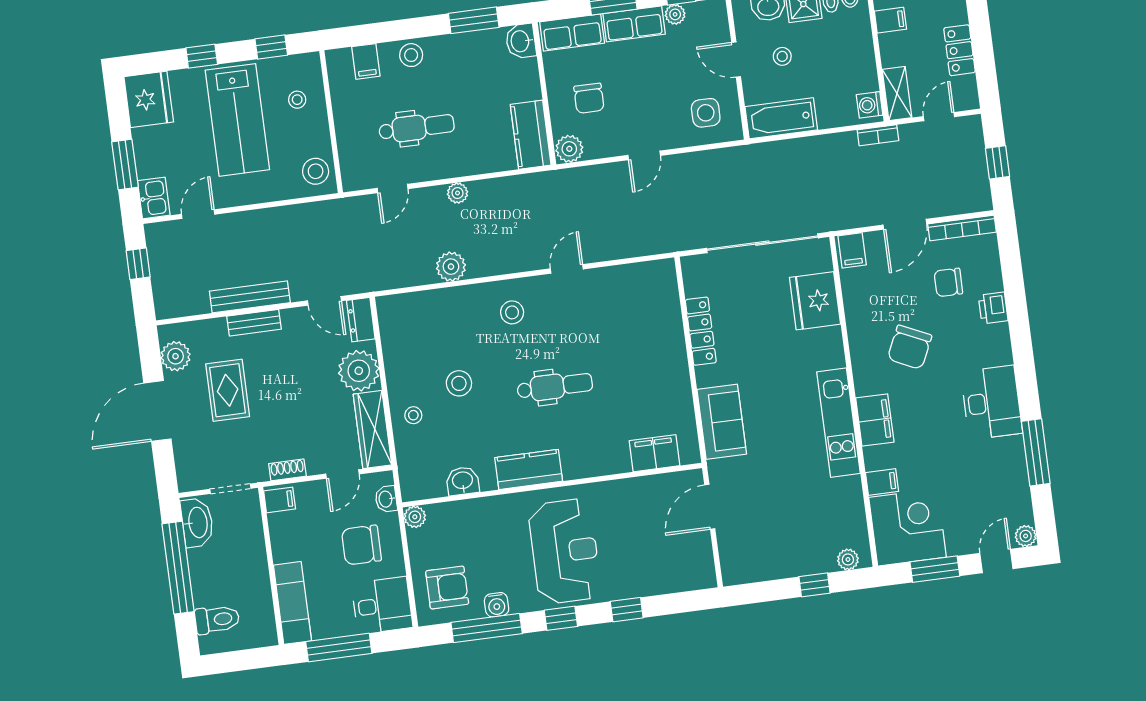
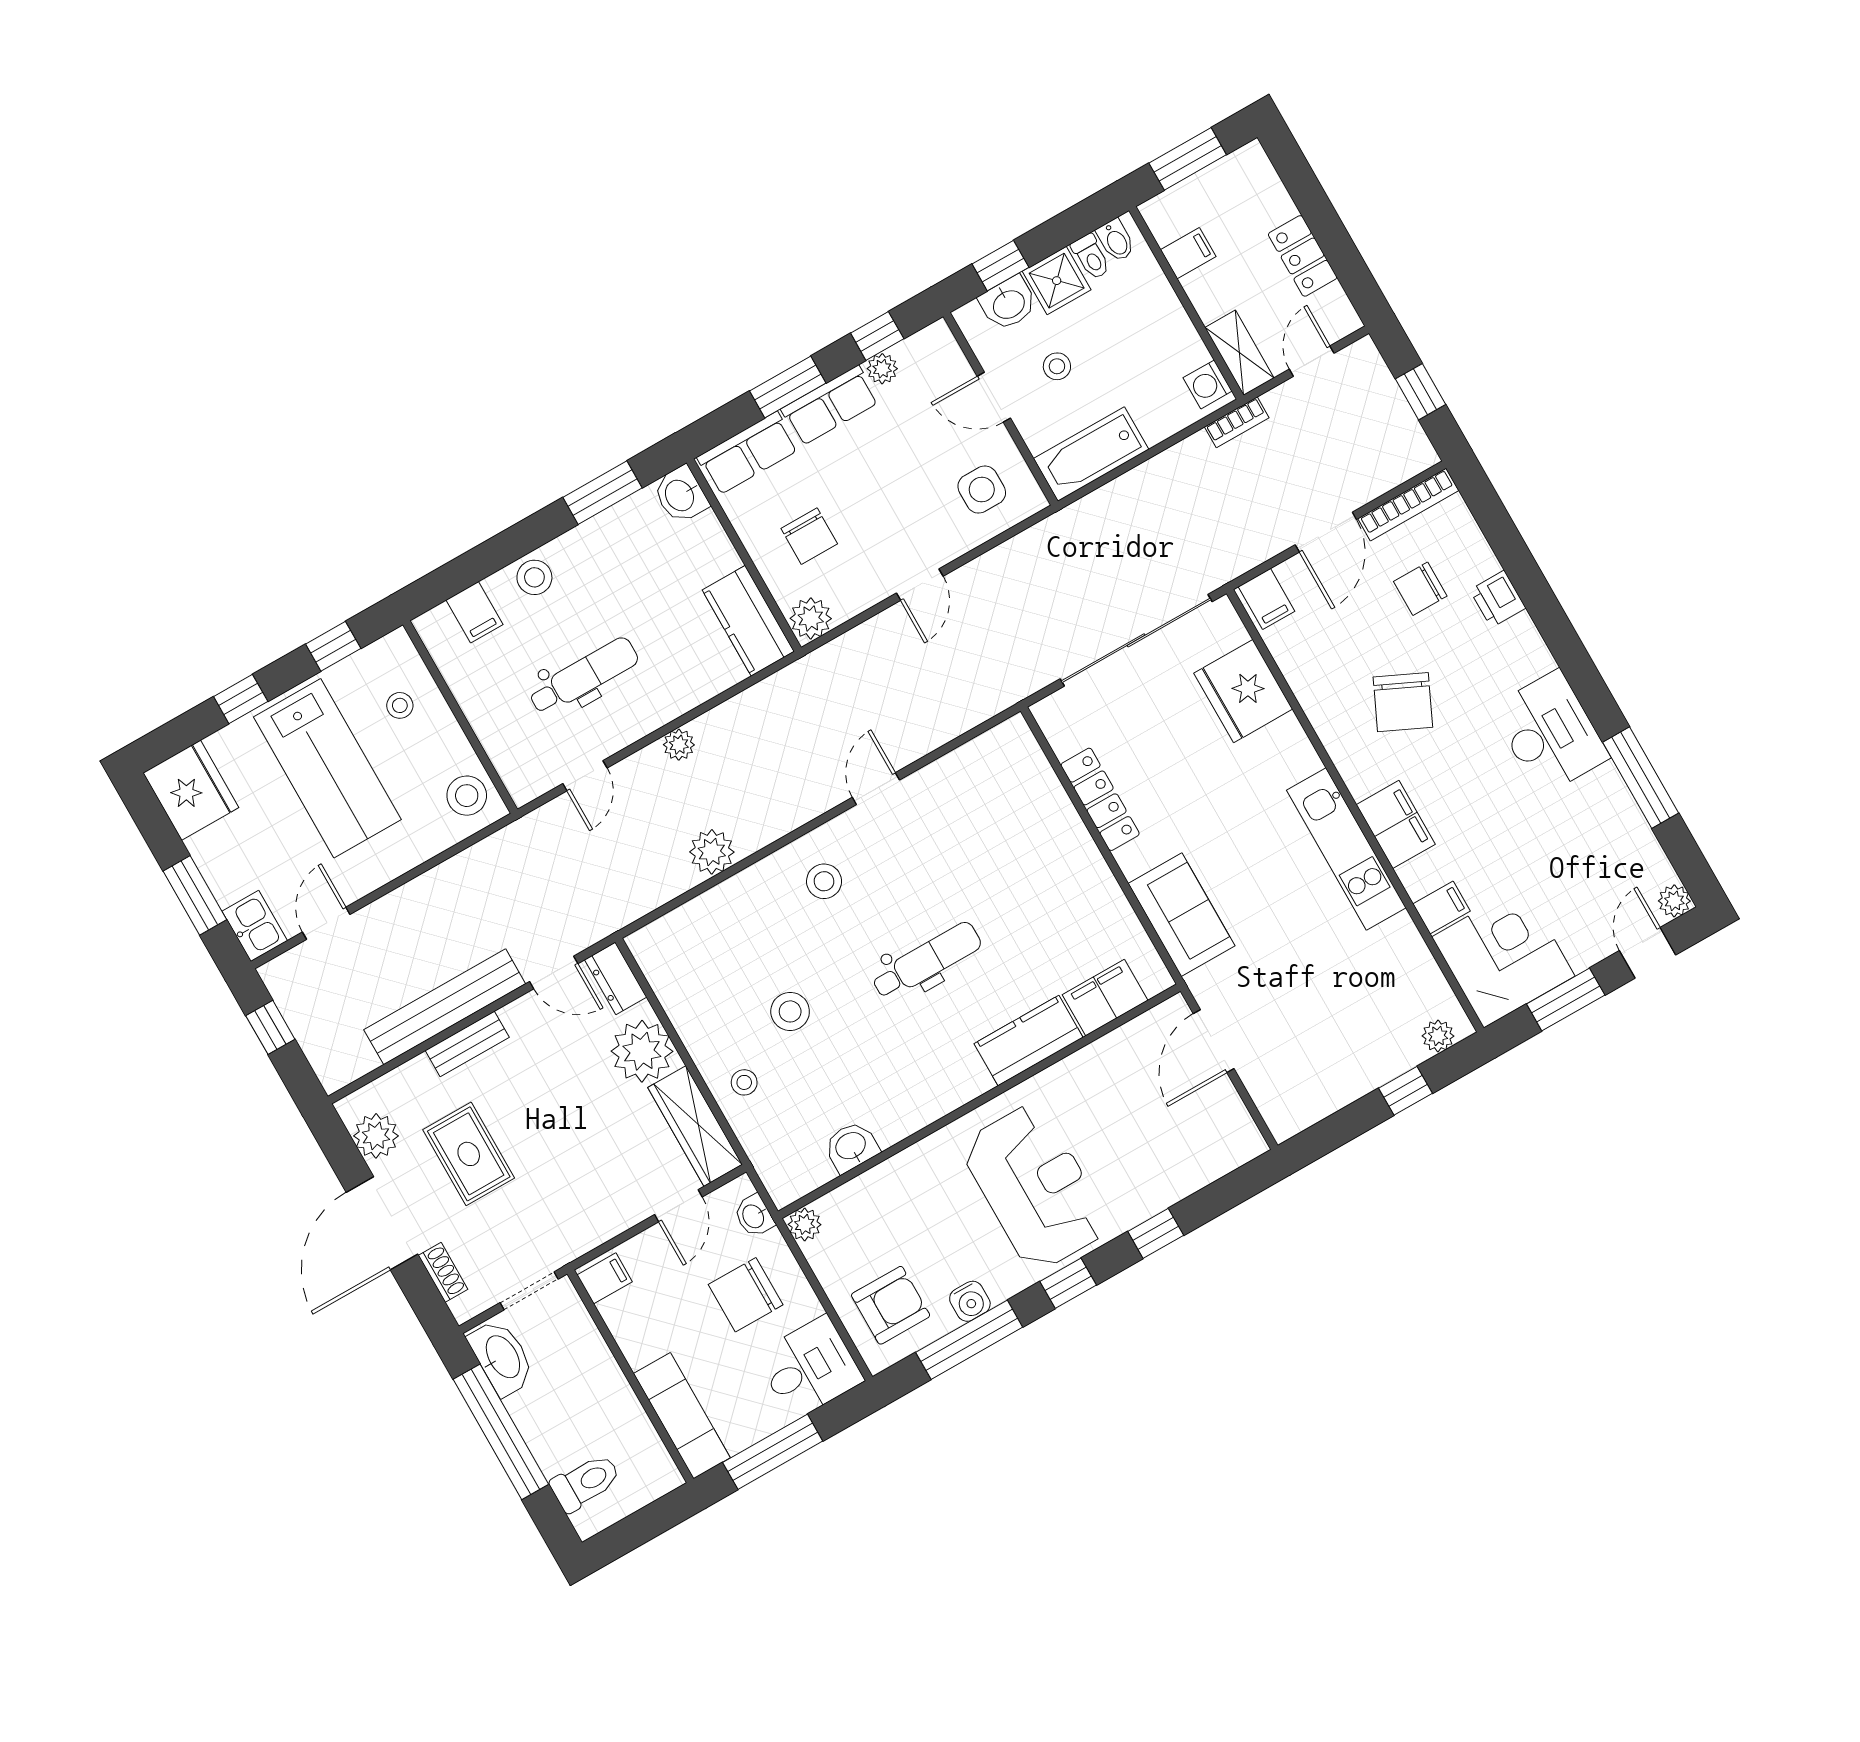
bench: (250, 297) -> (445, 1007), width x1.37, depth x1.21
kitchen counter: (529, 469) -> (1029, 1041), moved
shoe rack: (287, 470) -> (443, 1272), moved, turned 90

